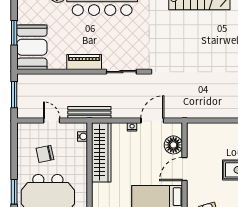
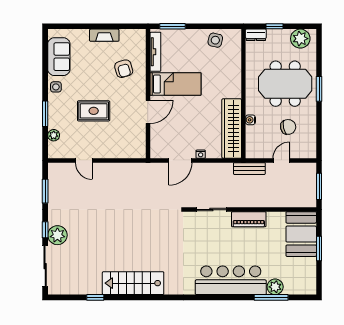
bench: (89, 112) -> (249, 169), width x0.73
door: (52, 121) -> (281, 160), swing flipped
water cooler: (83, 136) -> (250, 120), moved
floor lamp: (173, 145) -> (159, 136), removed

